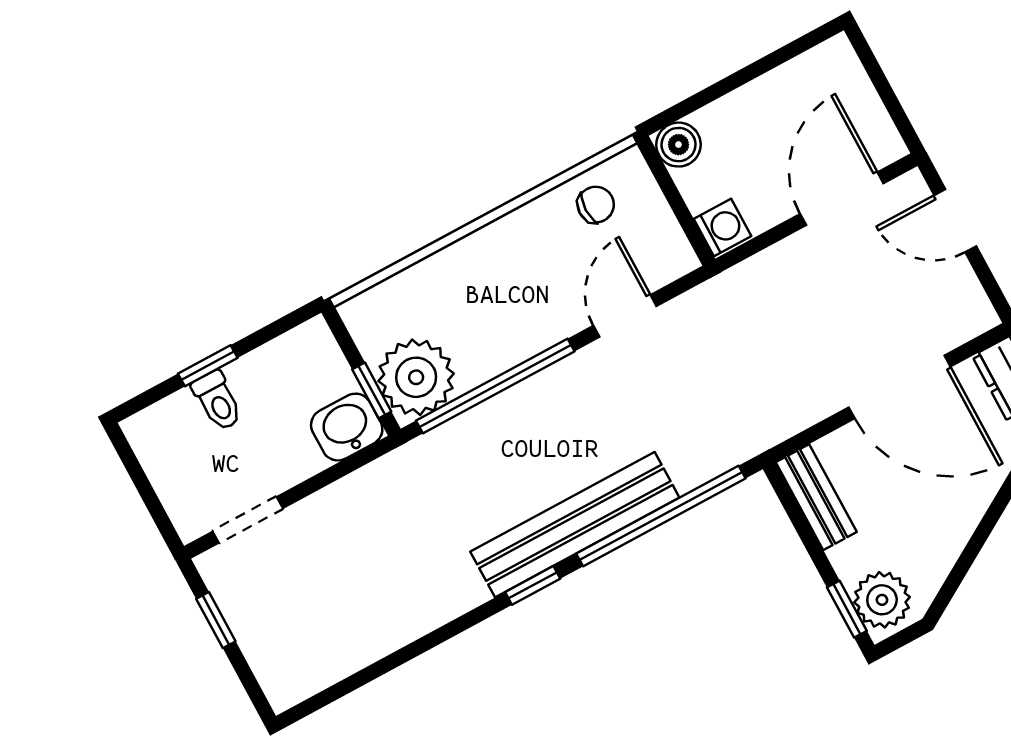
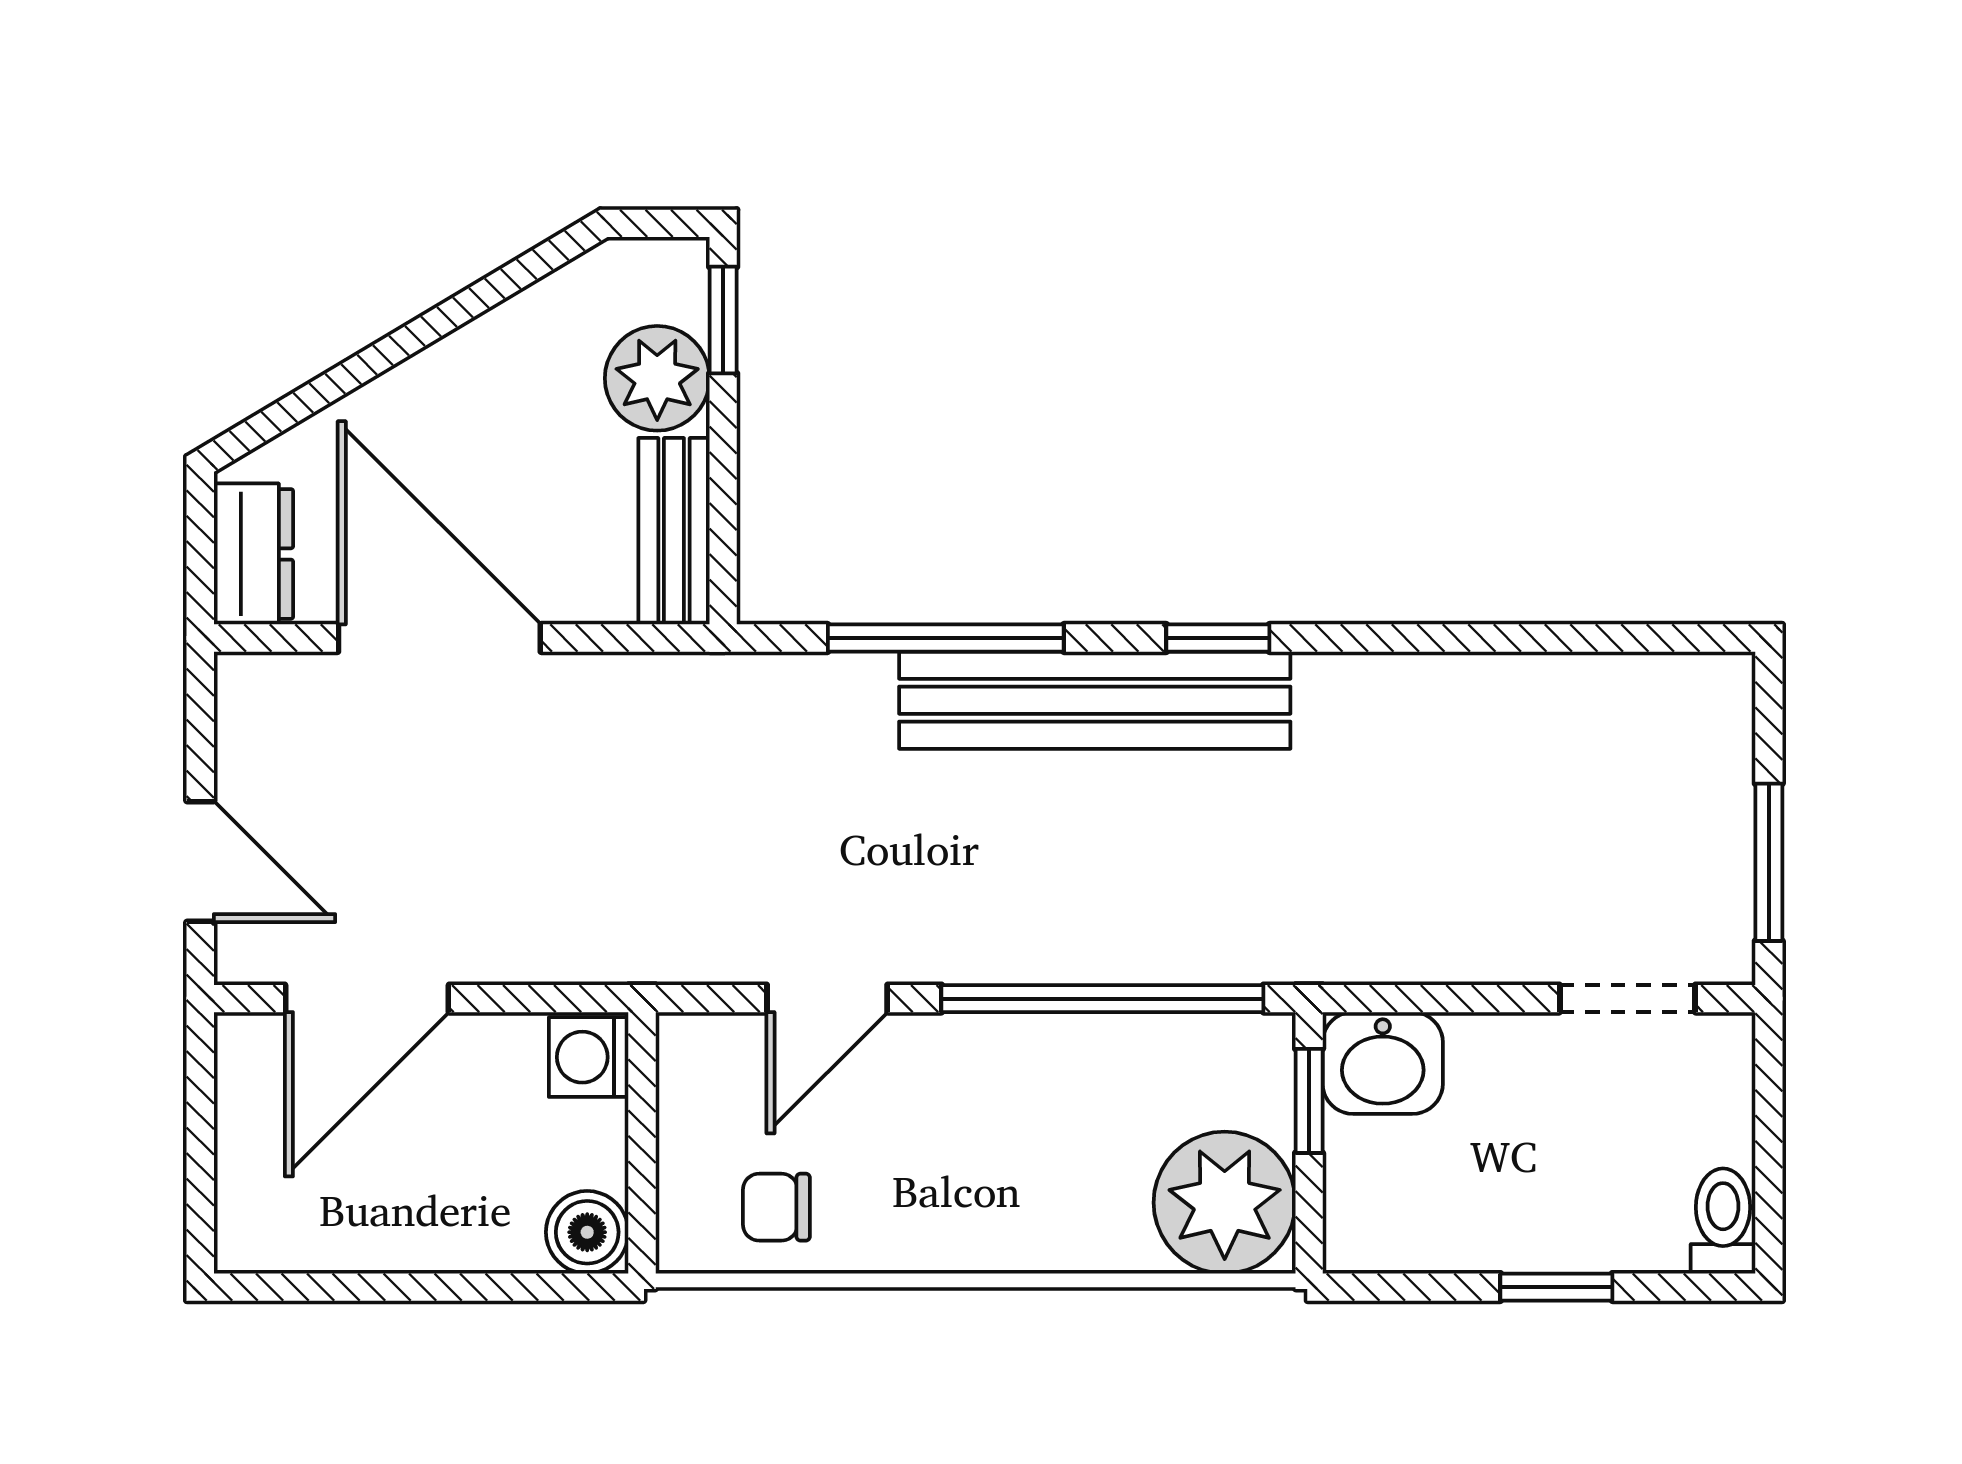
plant: (416, 377) -> (1225, 1203), moved
toilet: (217, 401) -> (1723, 1221), moved
window: (661, 516) -> (946, 638), width x0.68
plant: (882, 600) -> (657, 378), moved
window: (216, 620) -> (1769, 862), width x1.50

